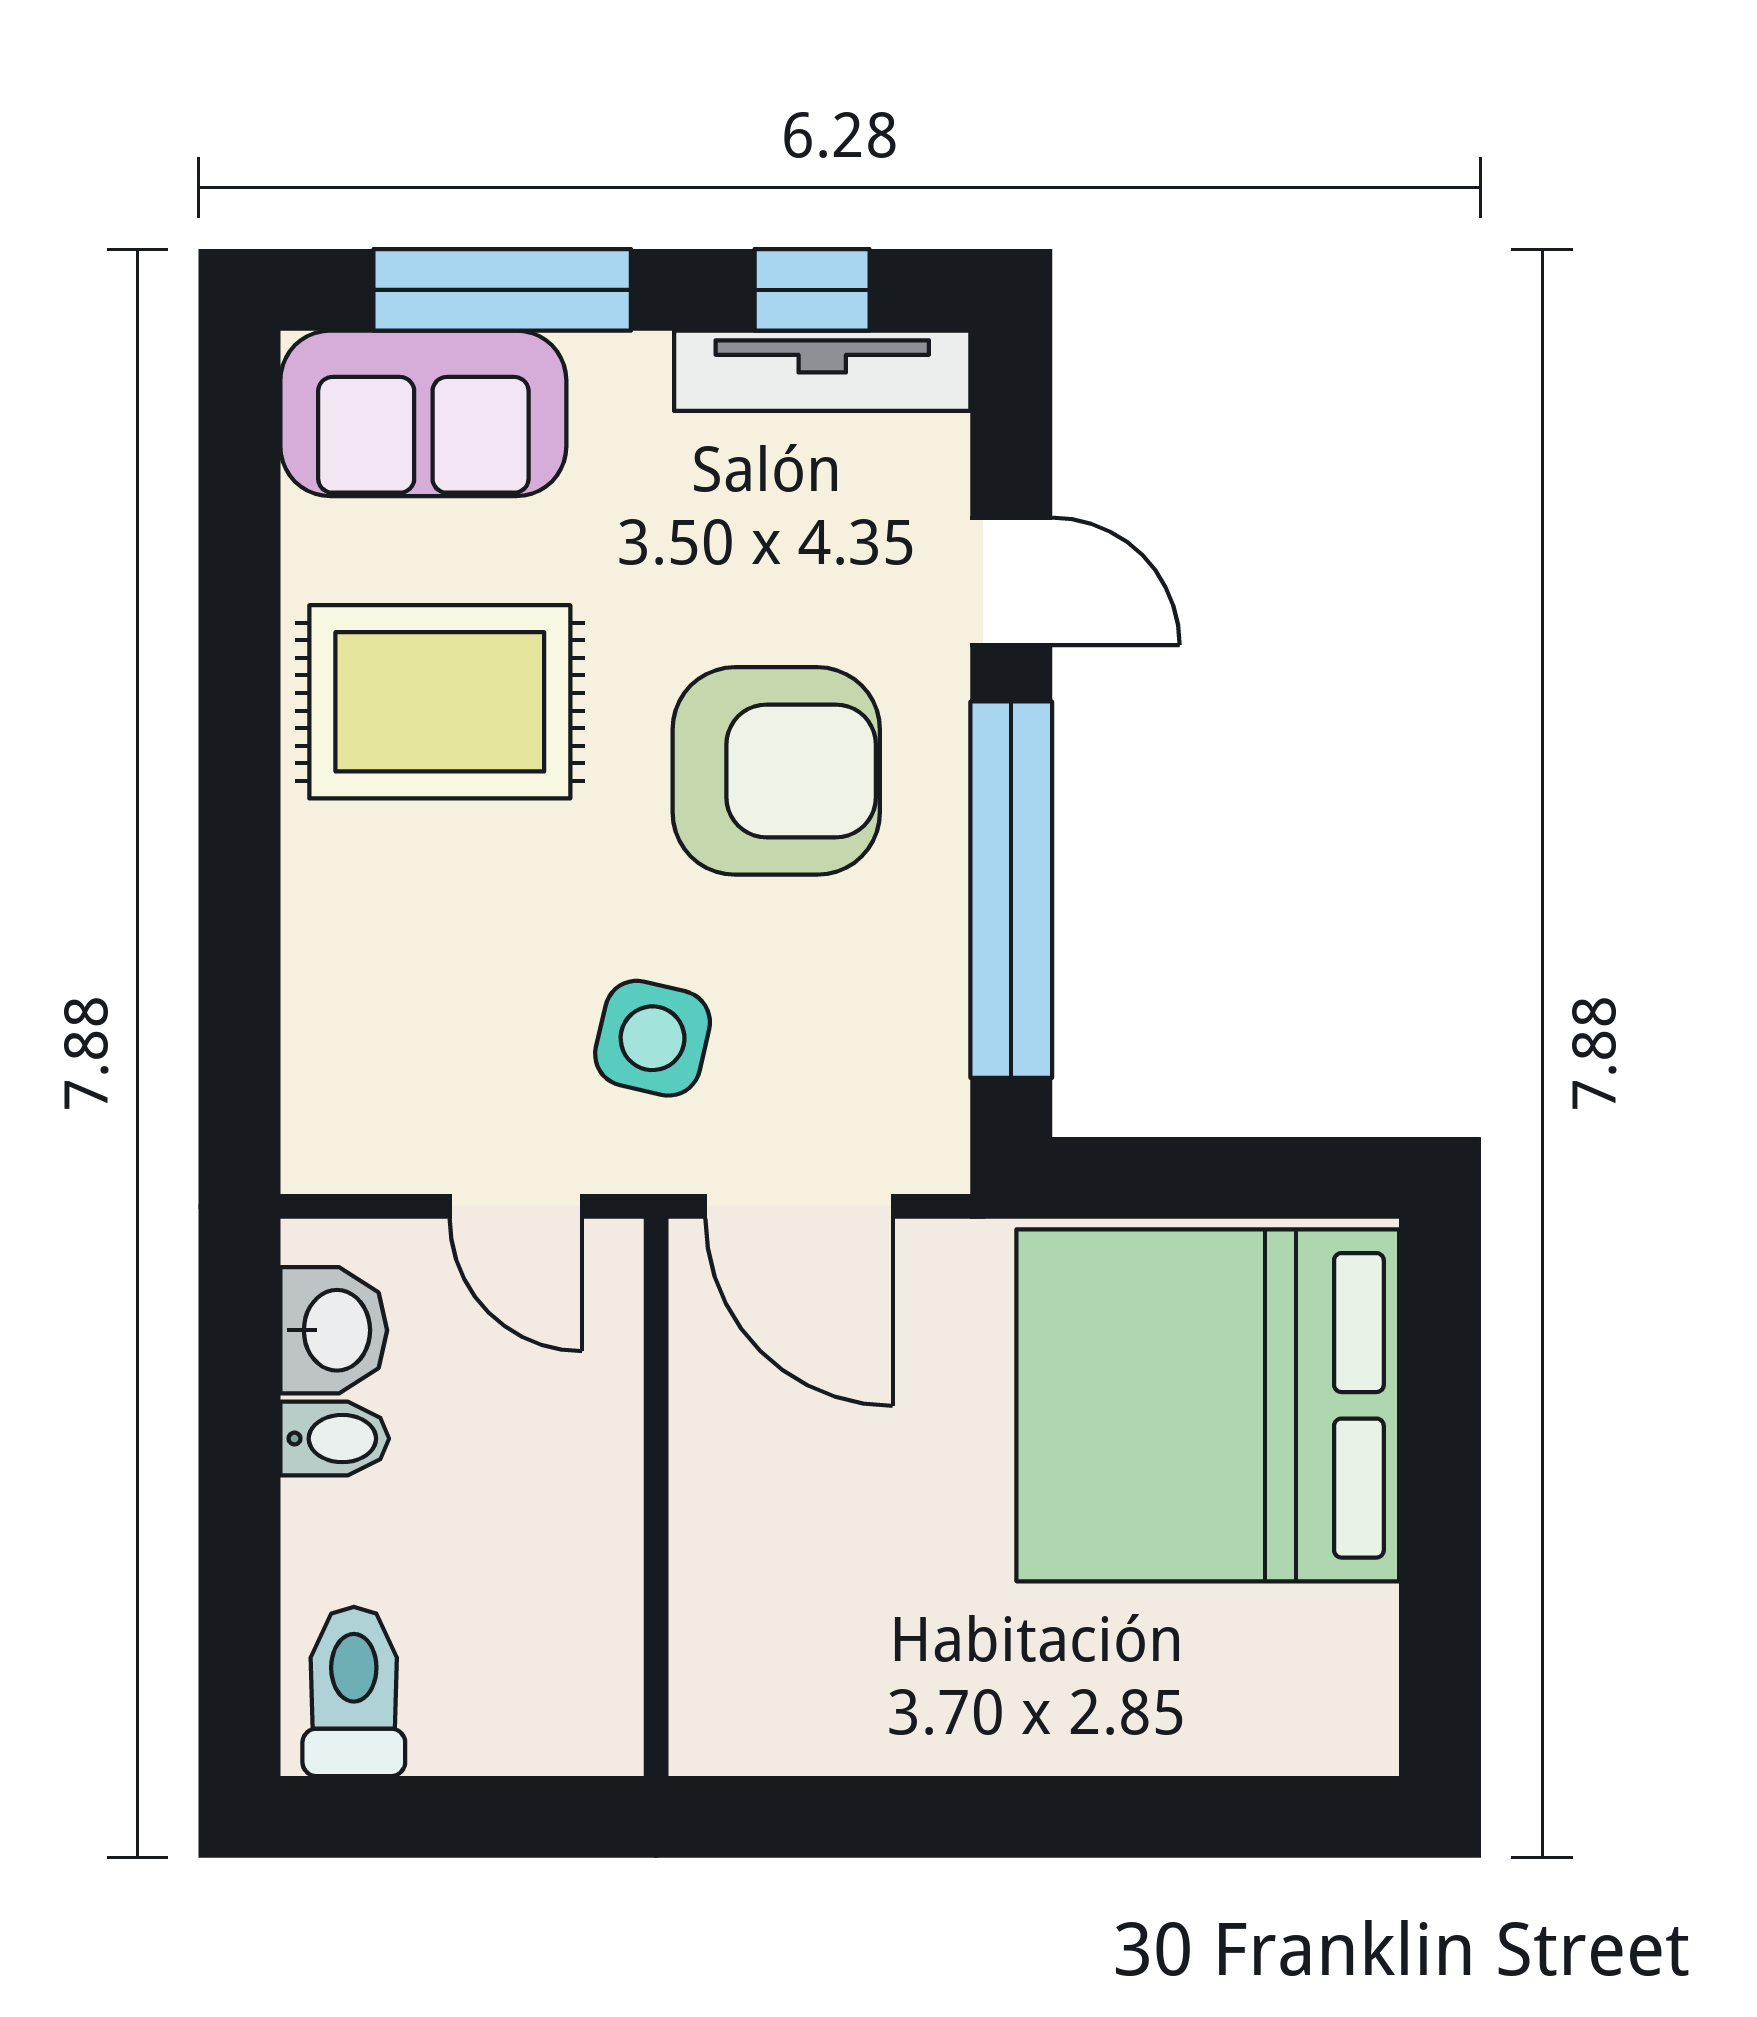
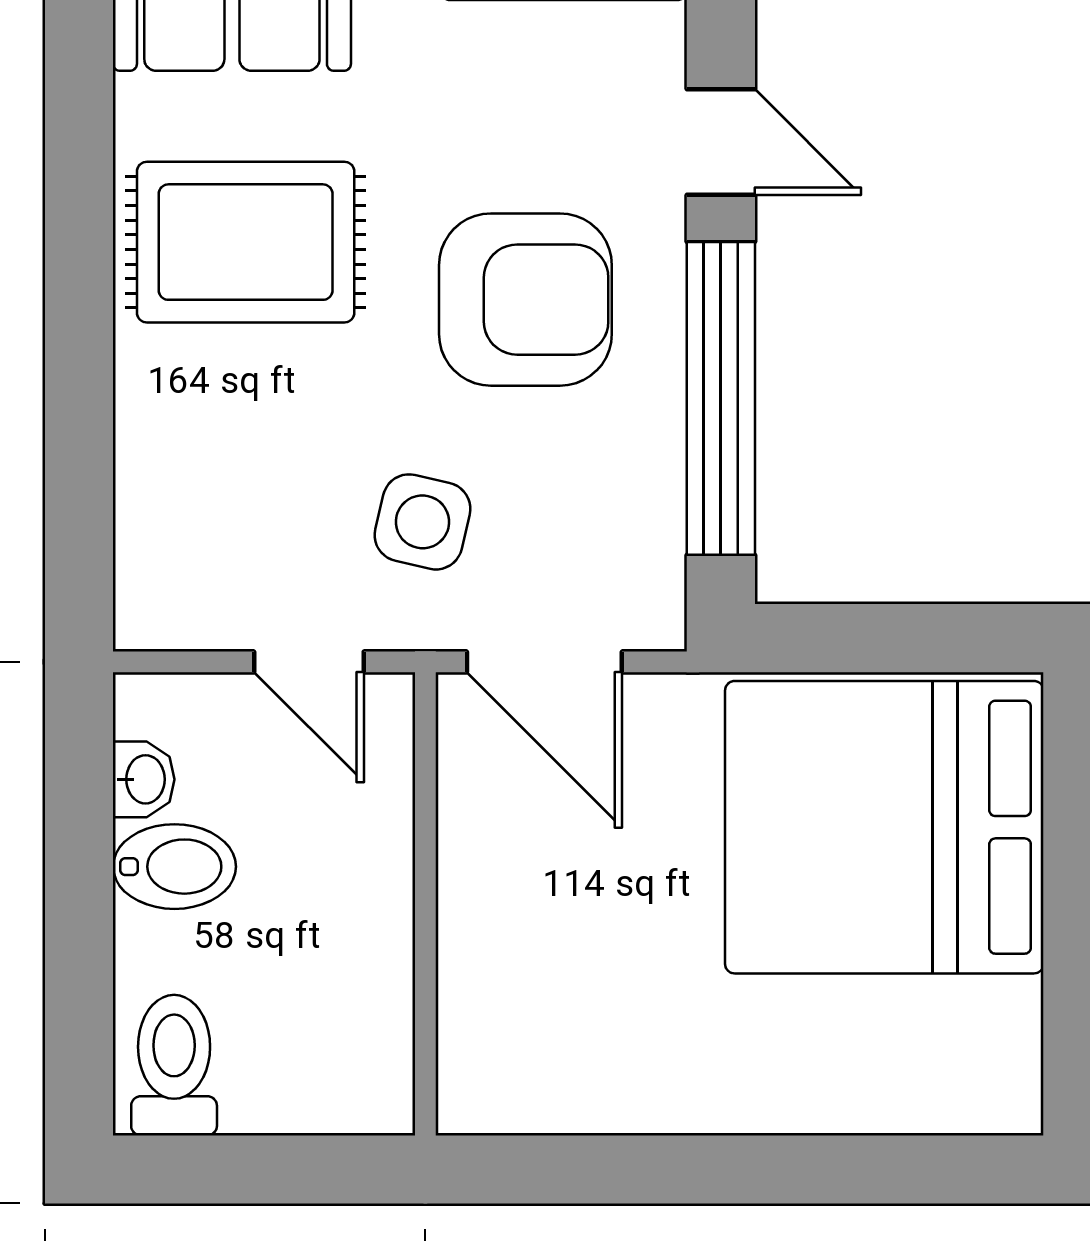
washbasin: (334, 1330) -> (144, 779), width x0.72, depth x0.69
bidet: (335, 1439) -> (174, 867), width x1.38, depth x1.36

